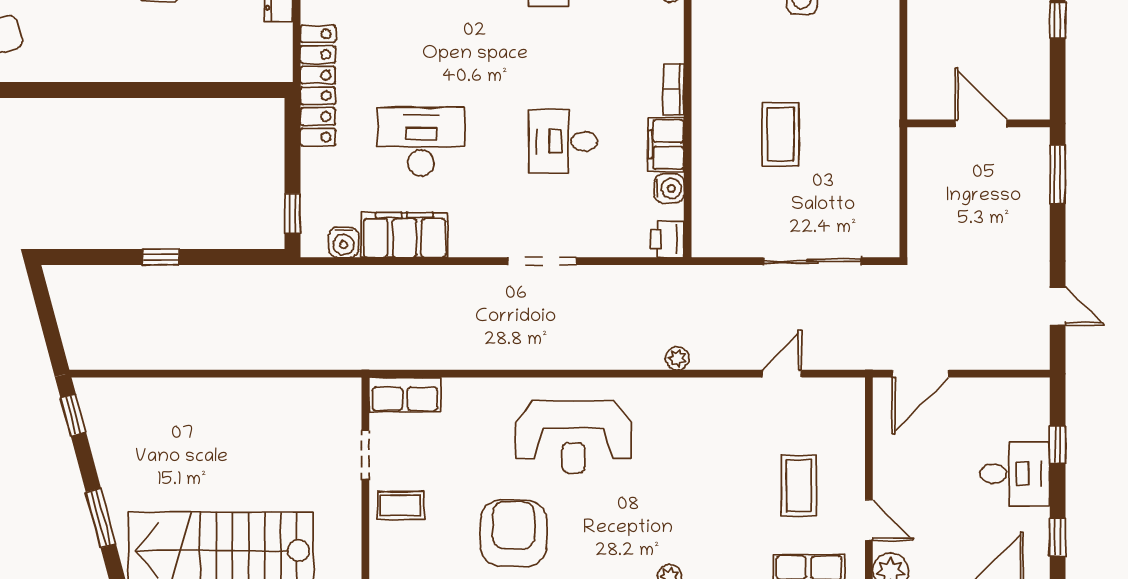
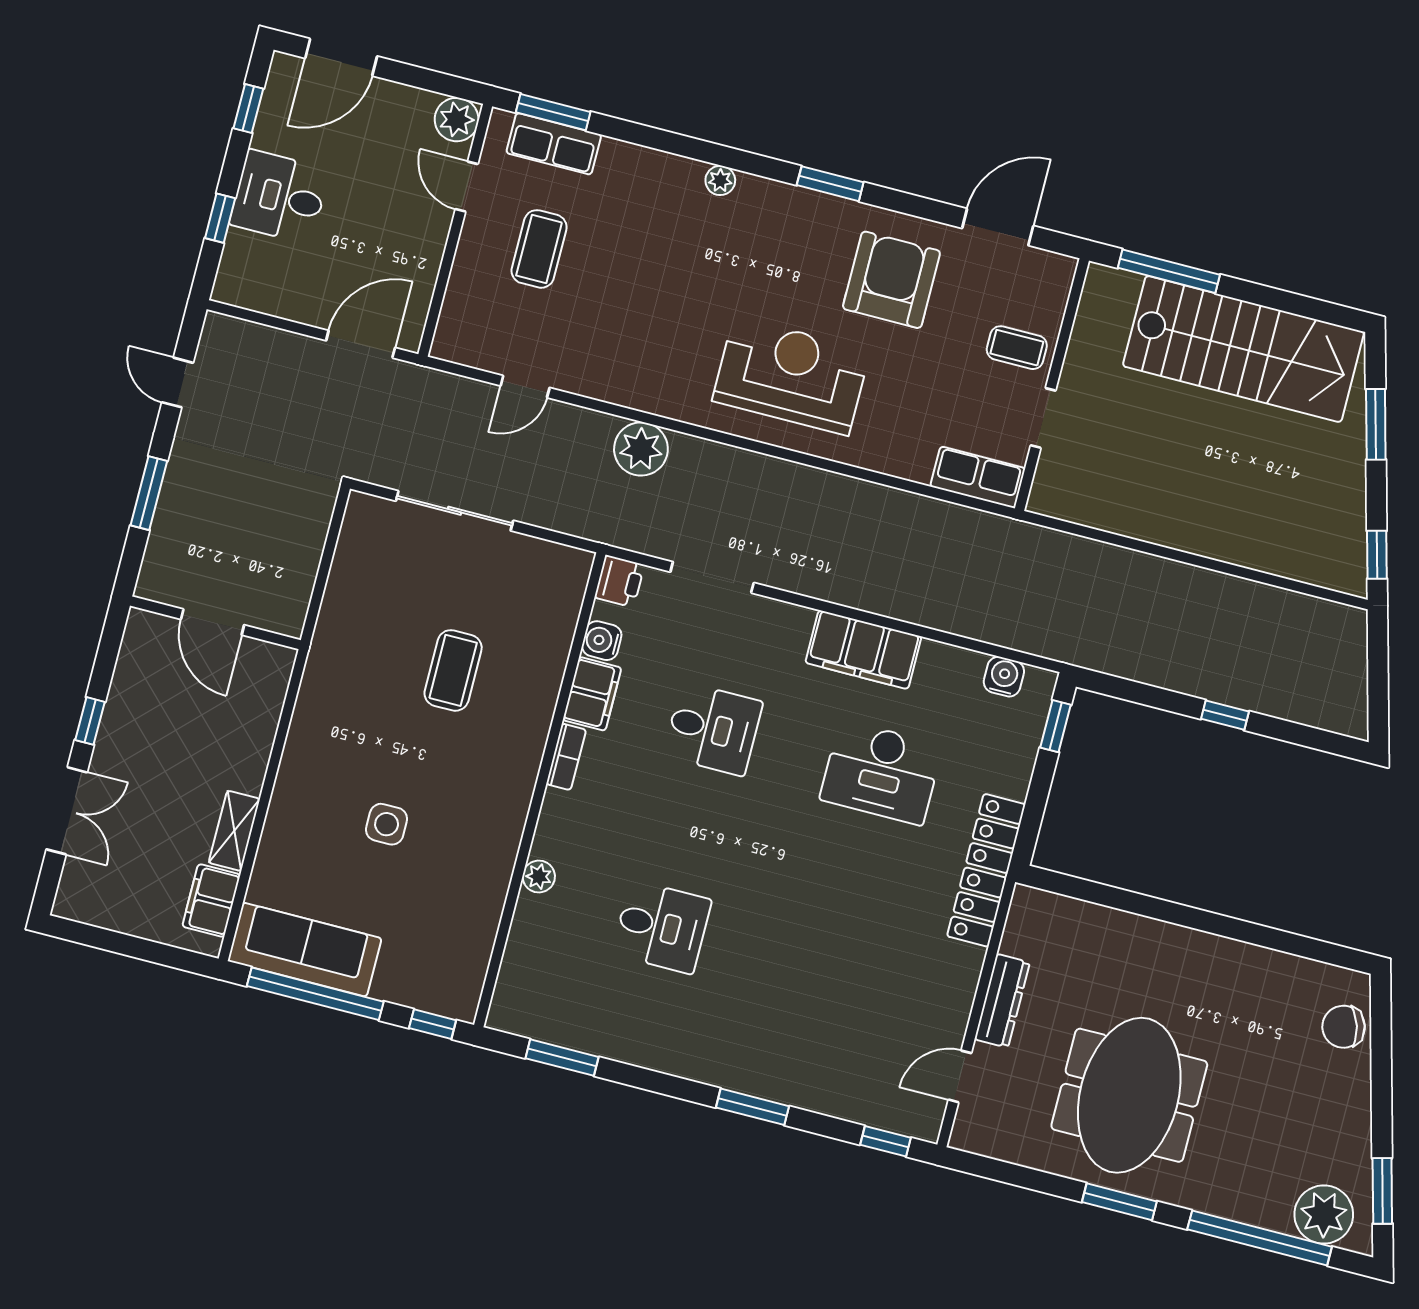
window: (1058, 174) -> (149, 493), moved
filing cabinet: (404, 235) -> (863, 650), moved
doorway: (542, 261) -> (712, 577), moved
plant: (677, 358) -> (641, 449), width x1.87, depth x1.87
armchair: (514, 533) -> (891, 280), turned 180

